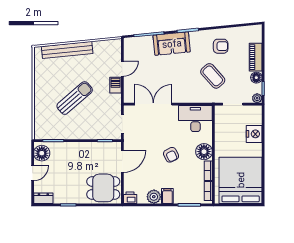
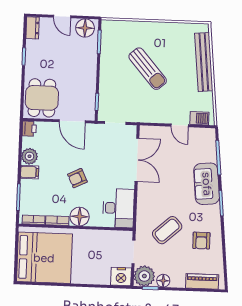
piano: (256, 57) -> (202, 281), moved
barbecue: (116, 85) -> (199, 118), moved
plant: (257, 98) -> (144, 276), width x1.87, depth x1.87
nightstand: (254, 134) -> (121, 277), moved

